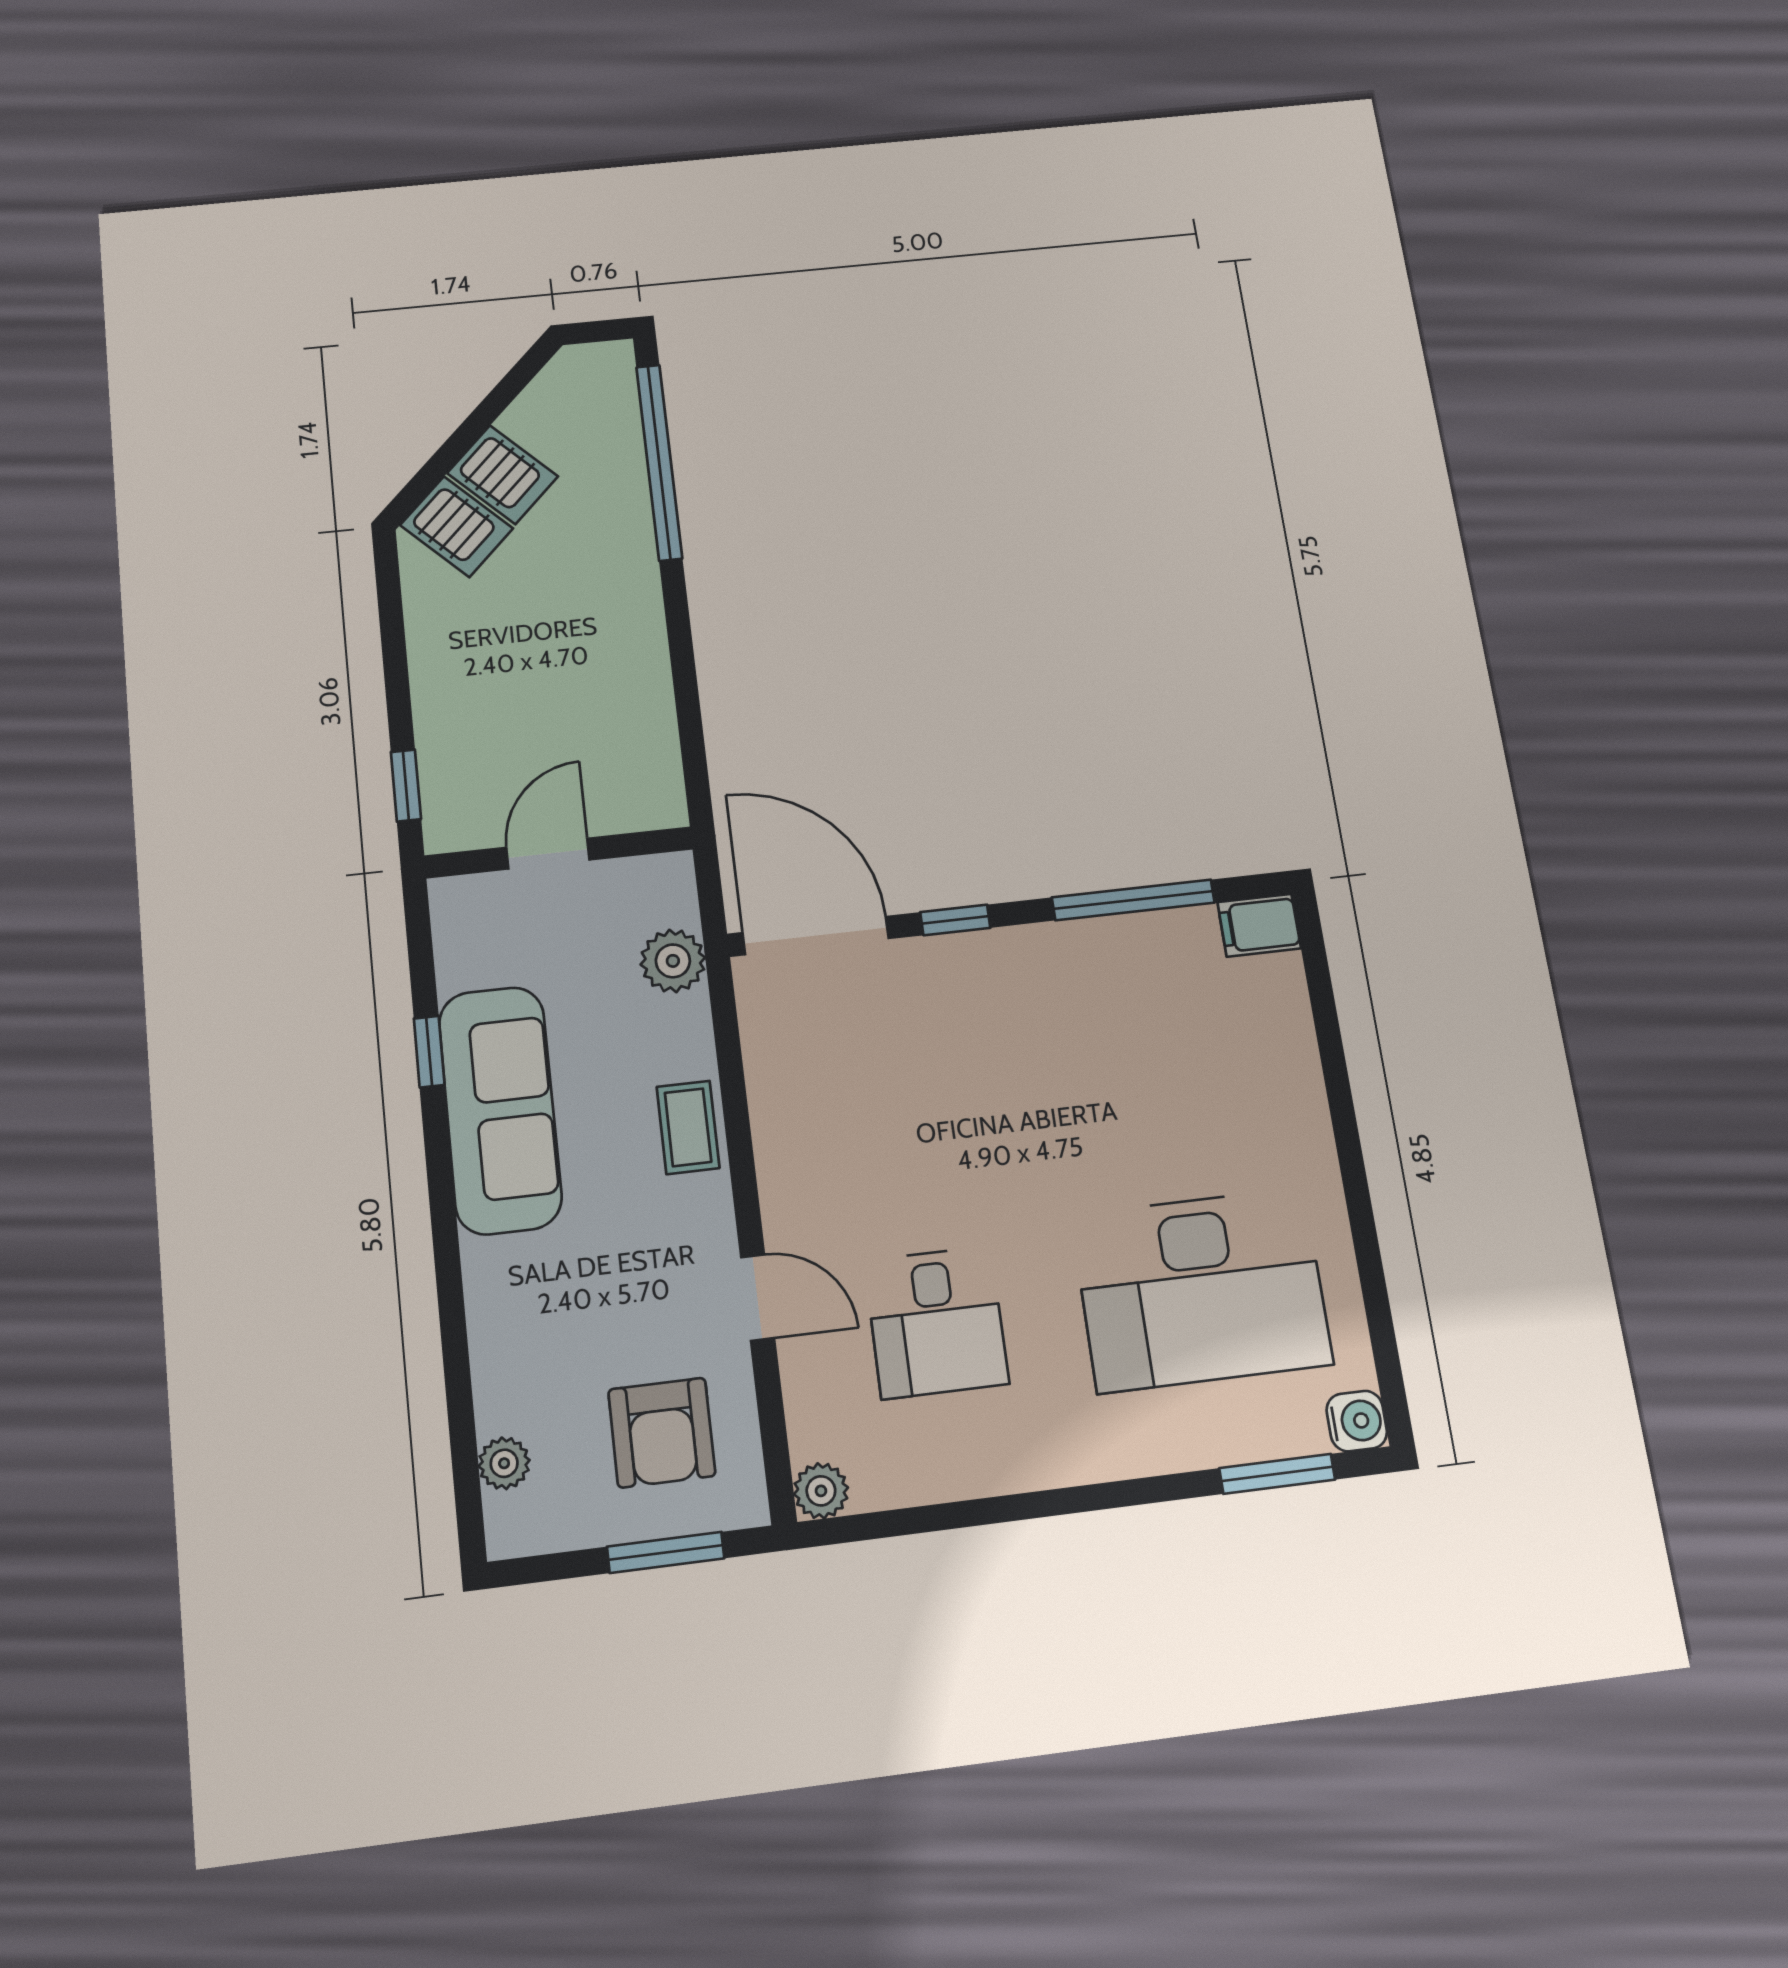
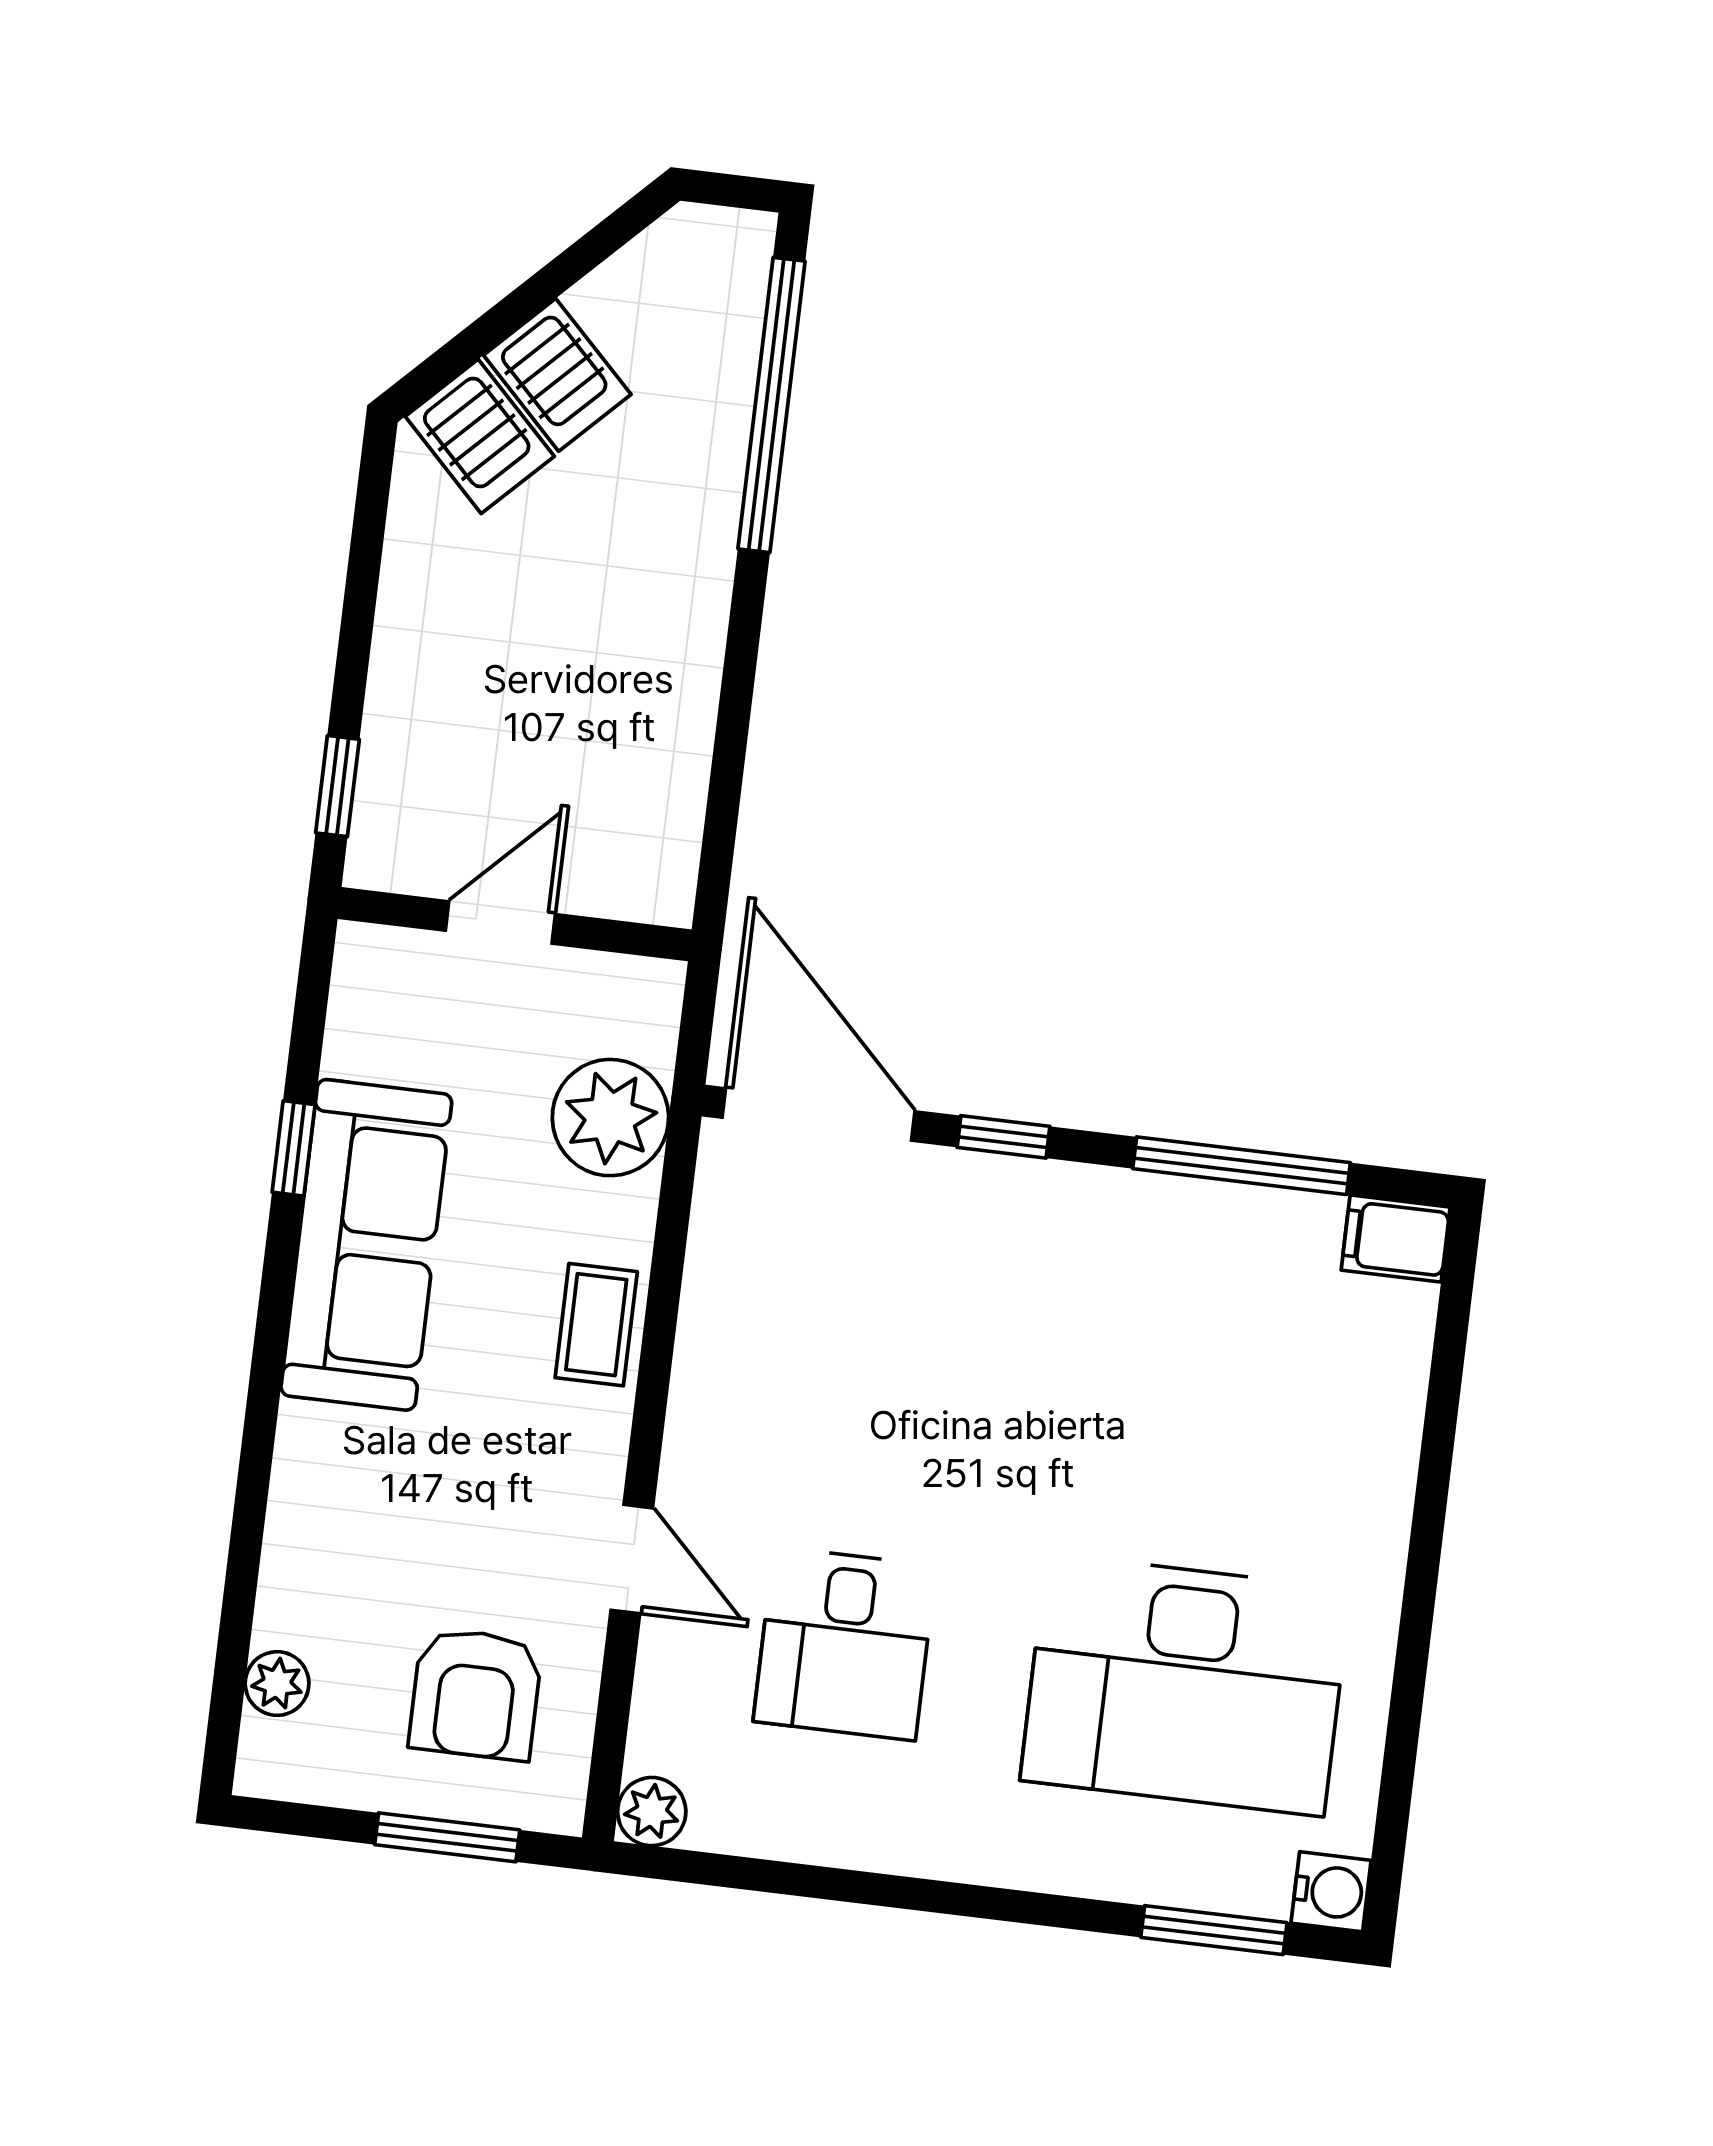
plant: (673, 961) -> (610, 1118), width x1.36, depth x1.36

